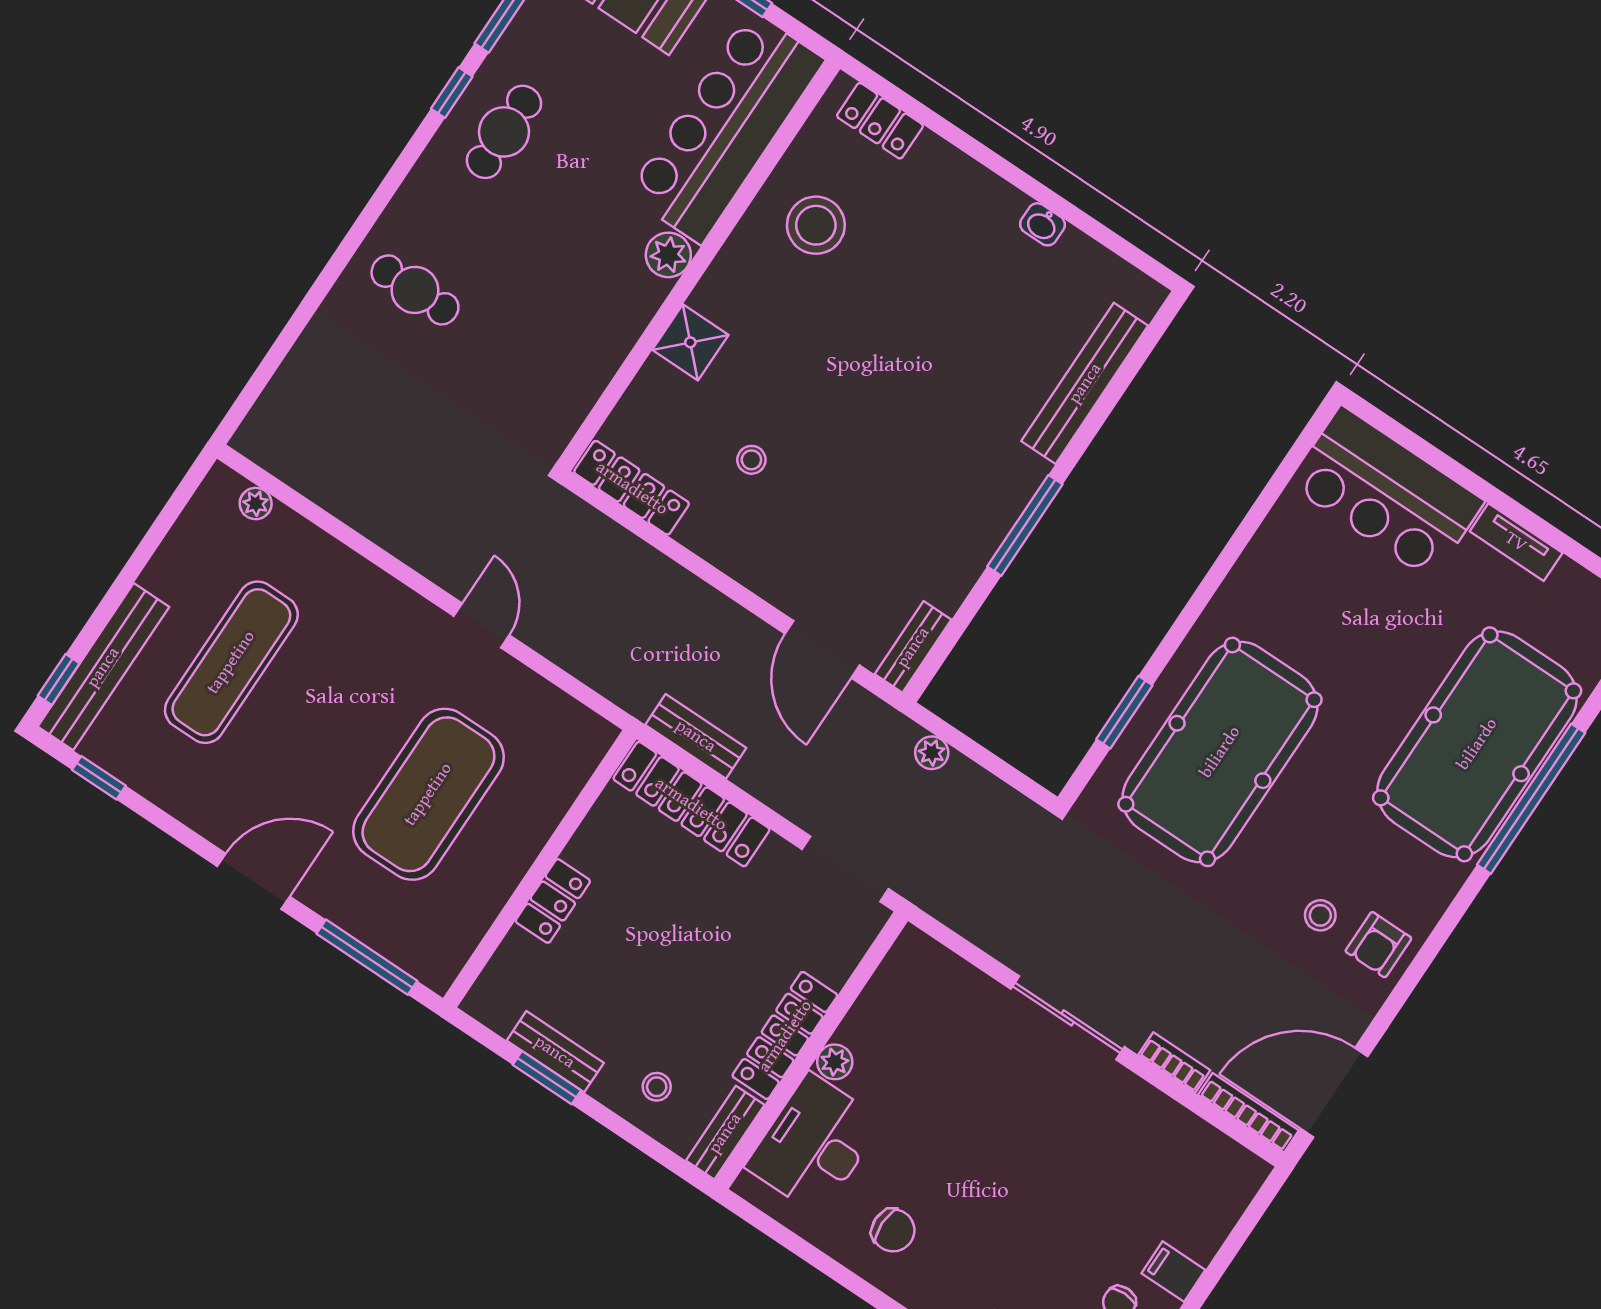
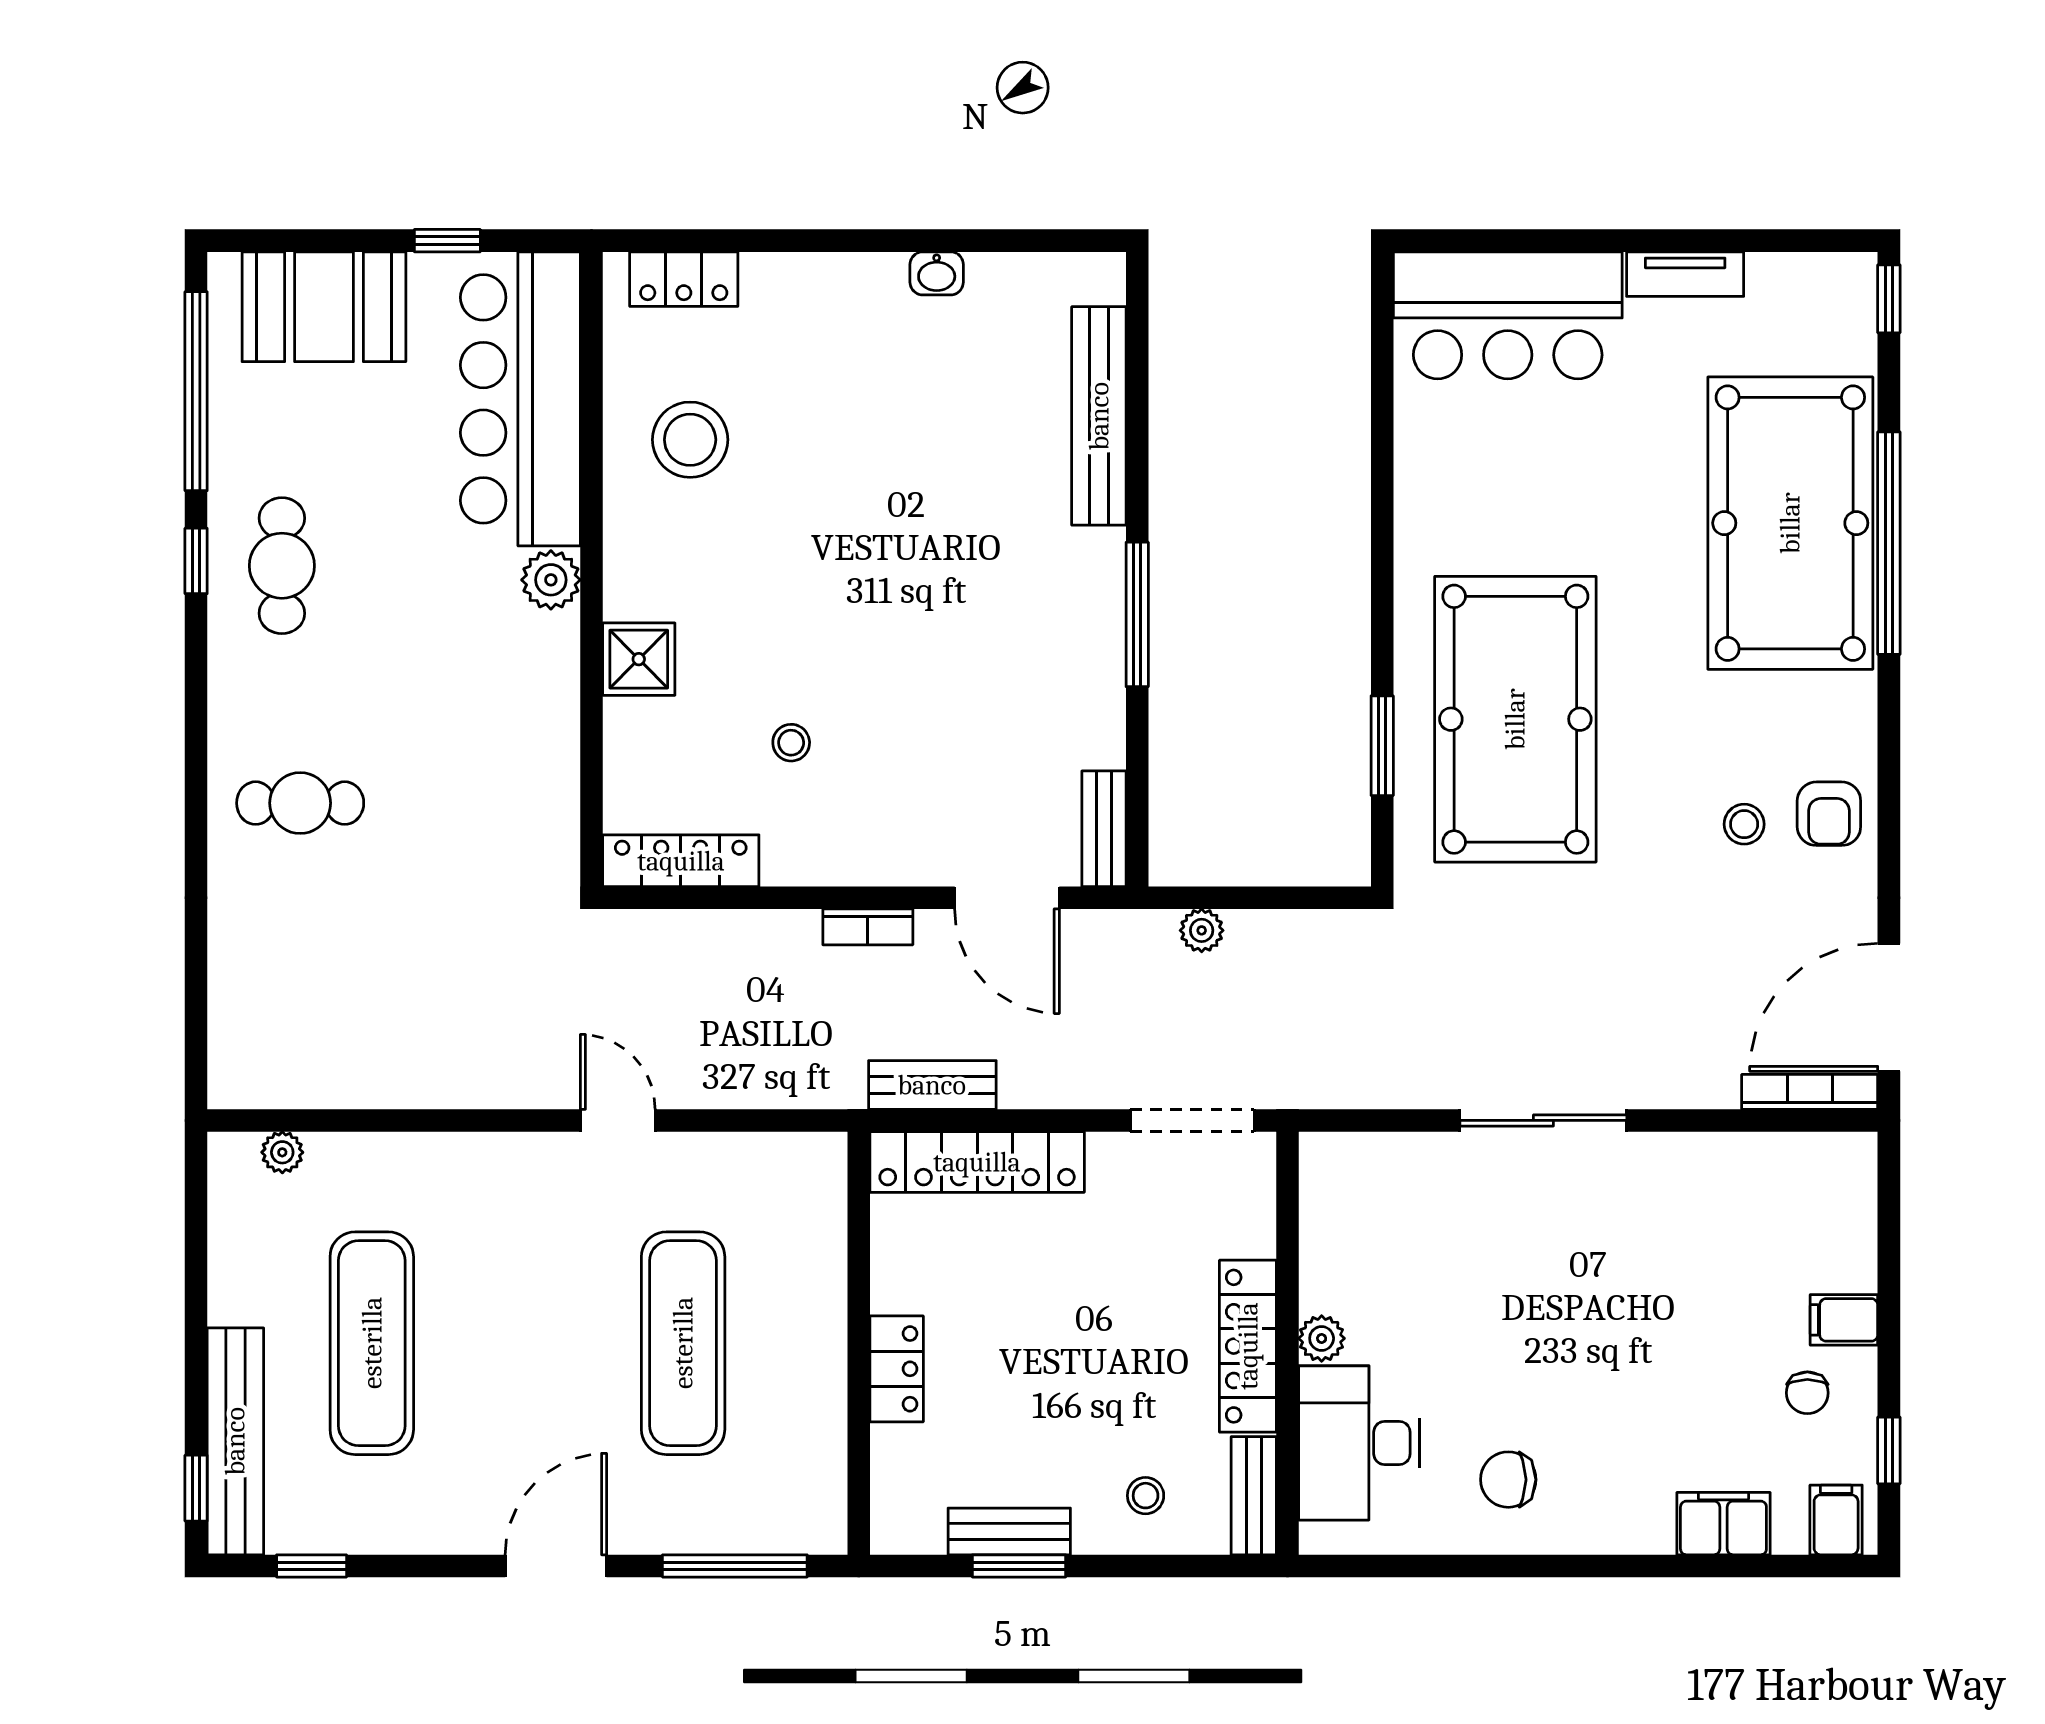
exercise mat: (428, 794) -> (683, 1343), width x0.68
bookcase: (1174, 1063) -> (868, 927), moved, turned 180
chair: (893, 1230) -> (1508, 1480), turned 180

